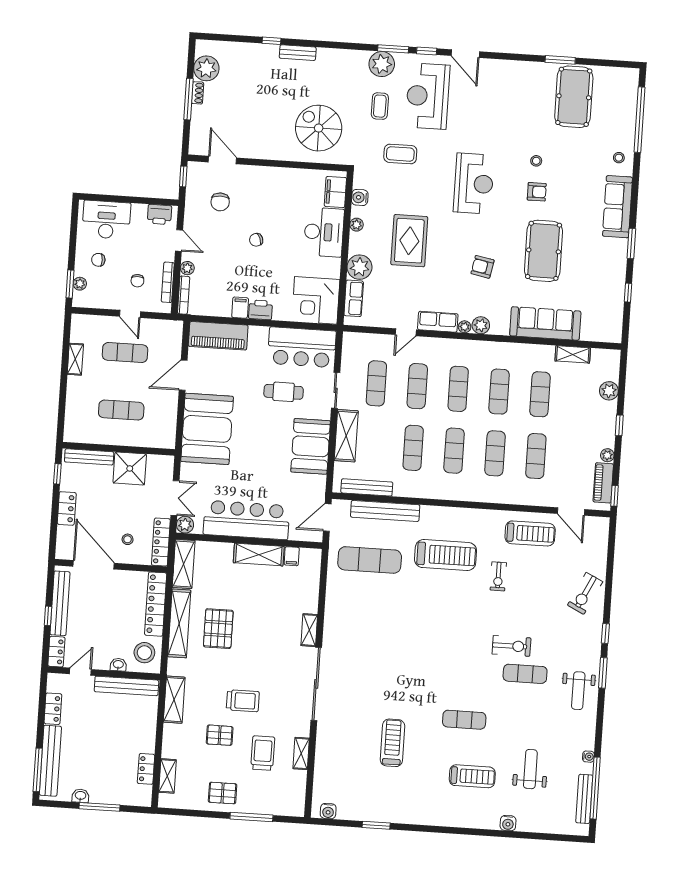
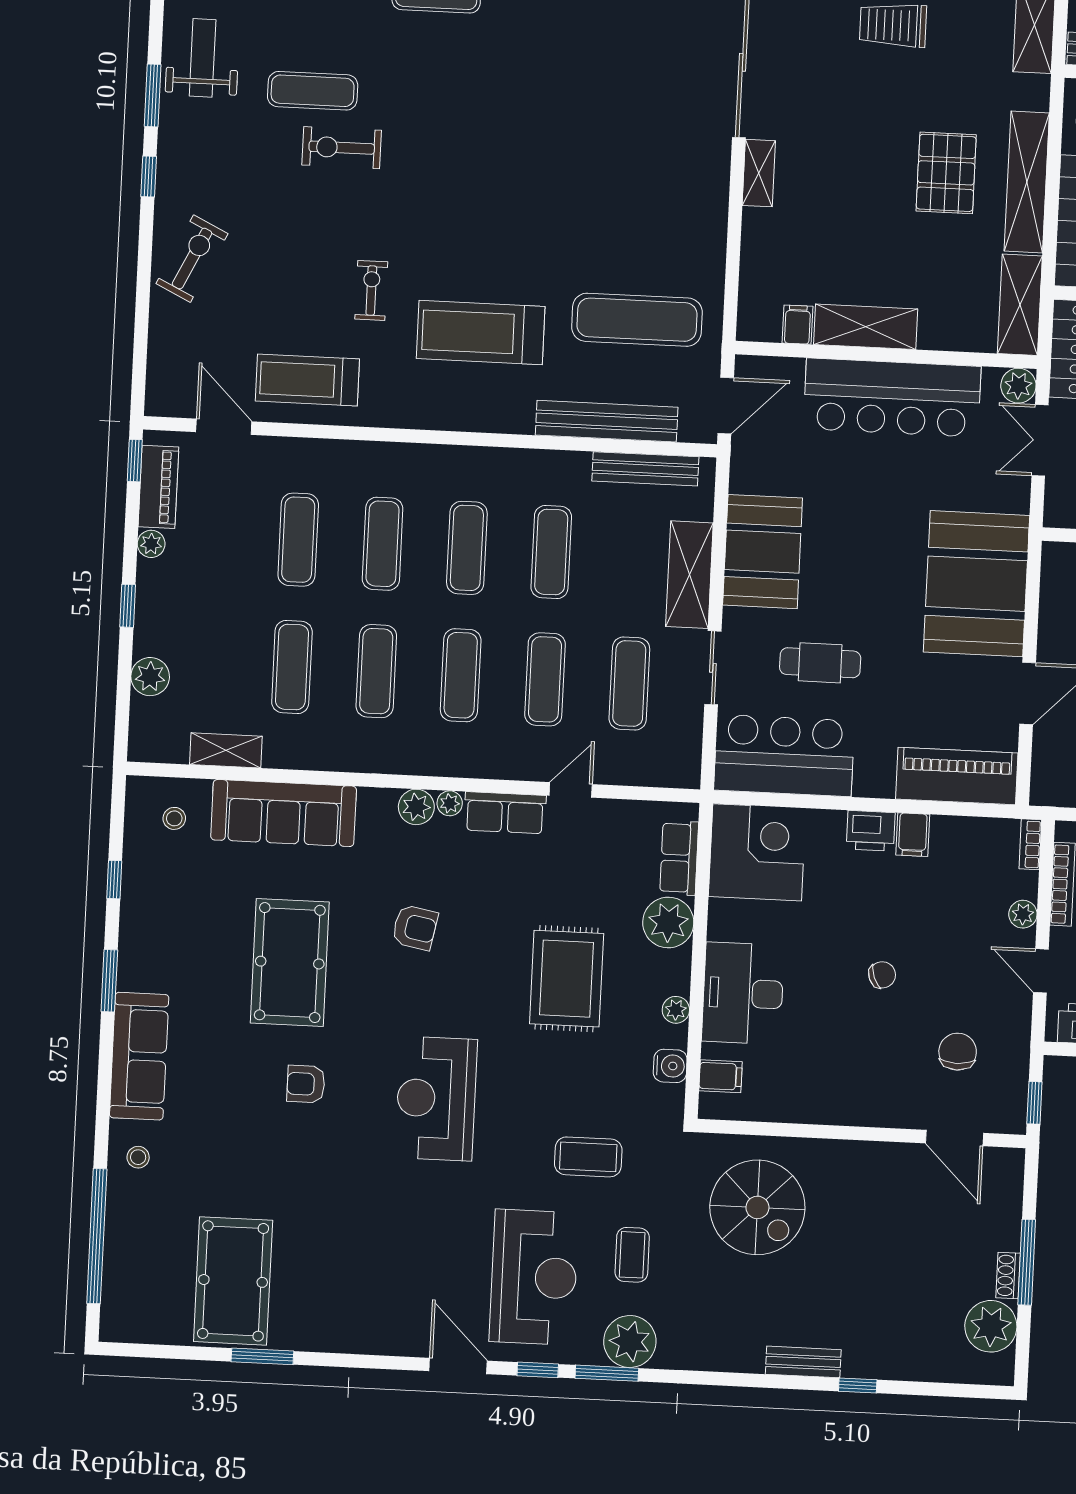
stool: (536, 161) -> (174, 818), moved
filing cabinet: (335, 192) -> (721, 1076), width x0.50
bookcase: (184, 295) -> (1030, 844), width x0.64

